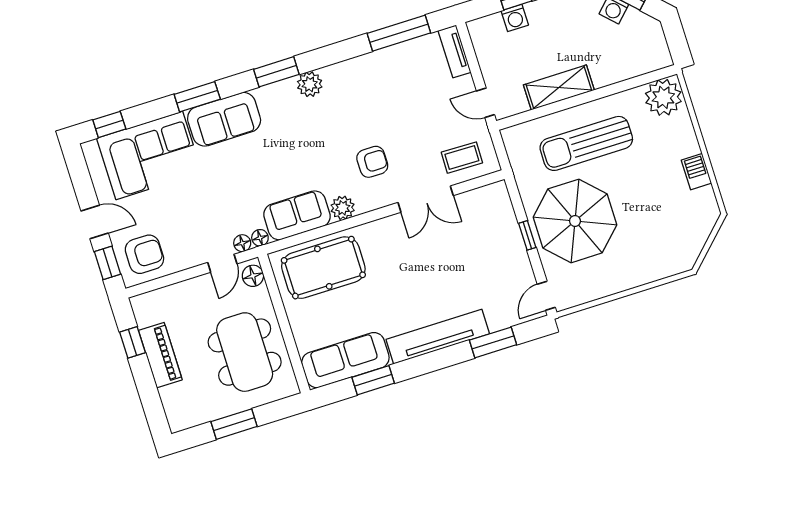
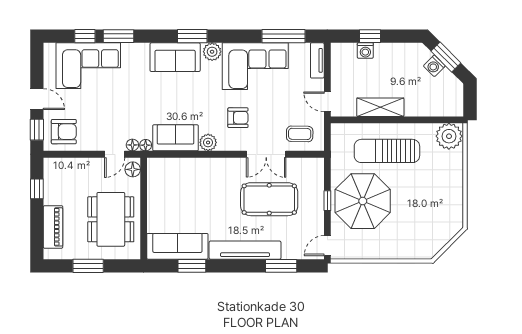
corner sofa: (374, 85) -> (255, 66), added
window: (197, 97) -> (119, 36), moved
sofa: (224, 119) -> (175, 57), moved
window: (109, 124) -> (85, 36), moved
barbecue: (696, 172) -> (456, 194), removed
pool table: (323, 268) -> (269, 199), moved
piano: (160, 355) -> (53, 227), moved

